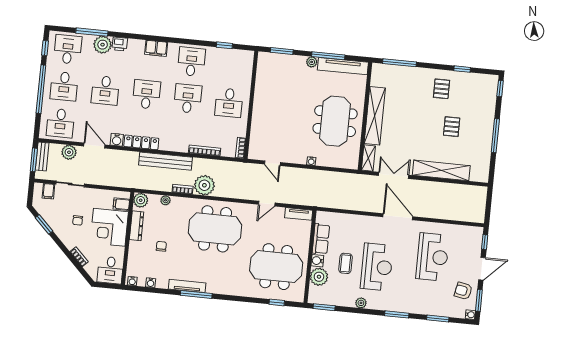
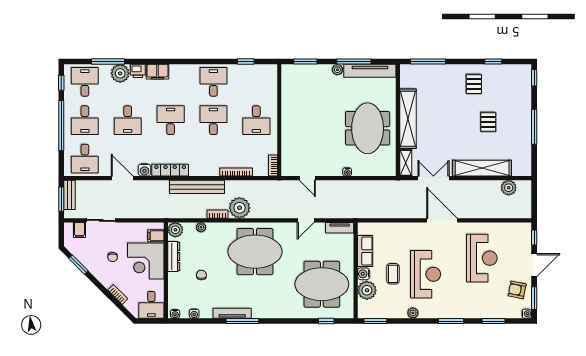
filing cabinet: (156, 48) -> (157, 72), moved
plant: (69, 152) -> (509, 188), moved

